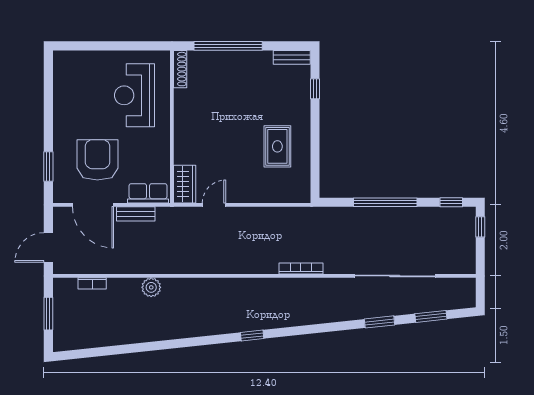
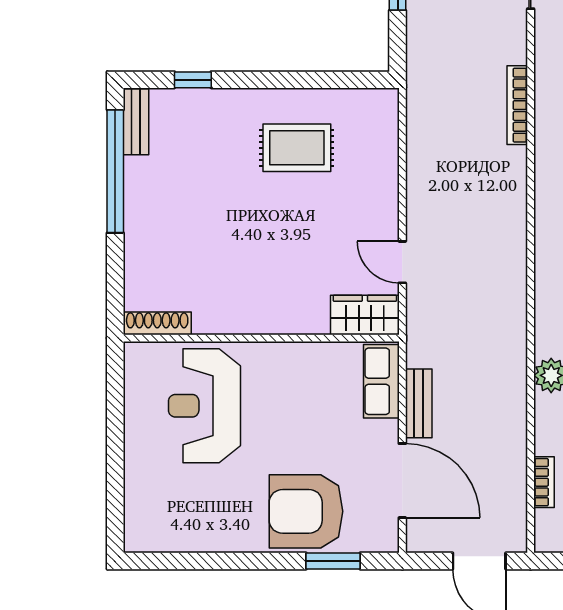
window: (228, 46) -> (115, 171), moved
reception desk: (134, 95) -> (205, 406), turned 90
armchair: (97, 160) -> (306, 511), moved
door: (93, 205) -> (402, 481), hinge flipped

